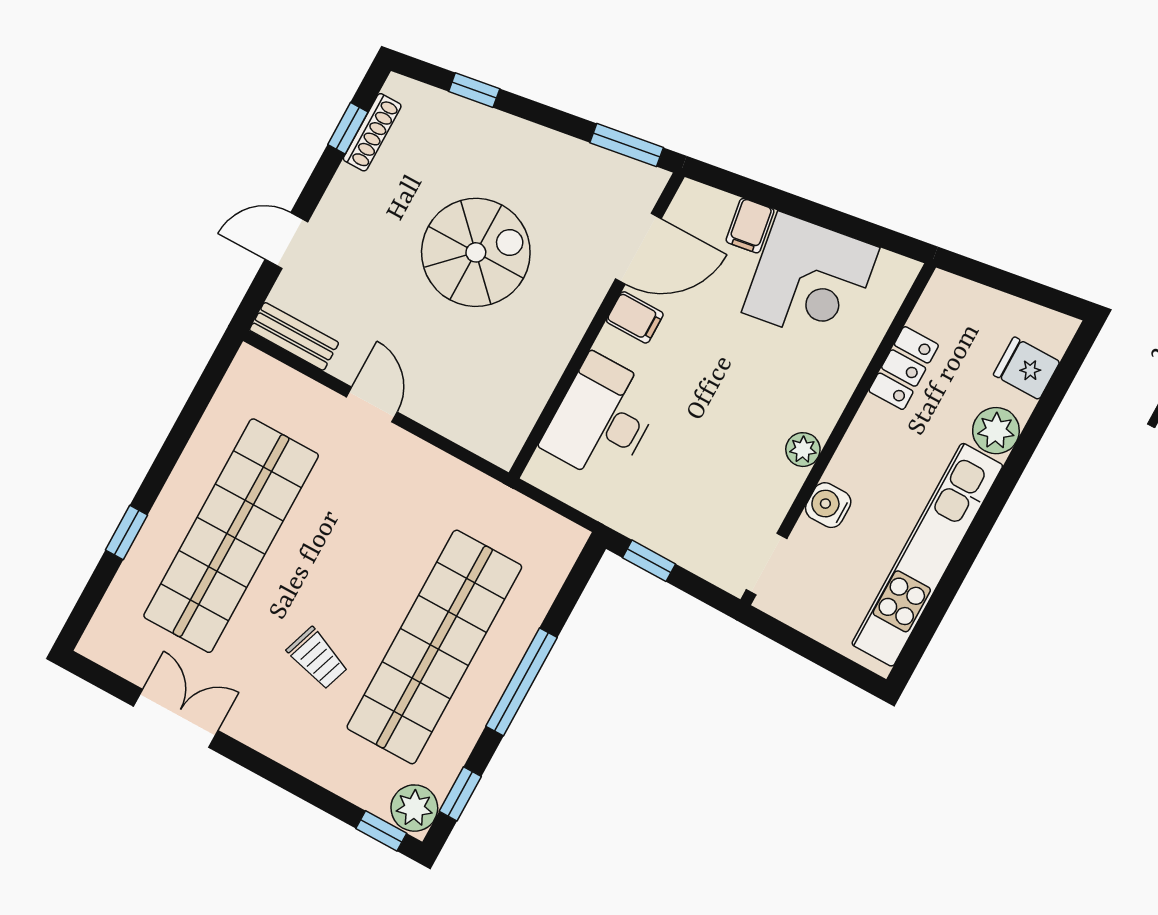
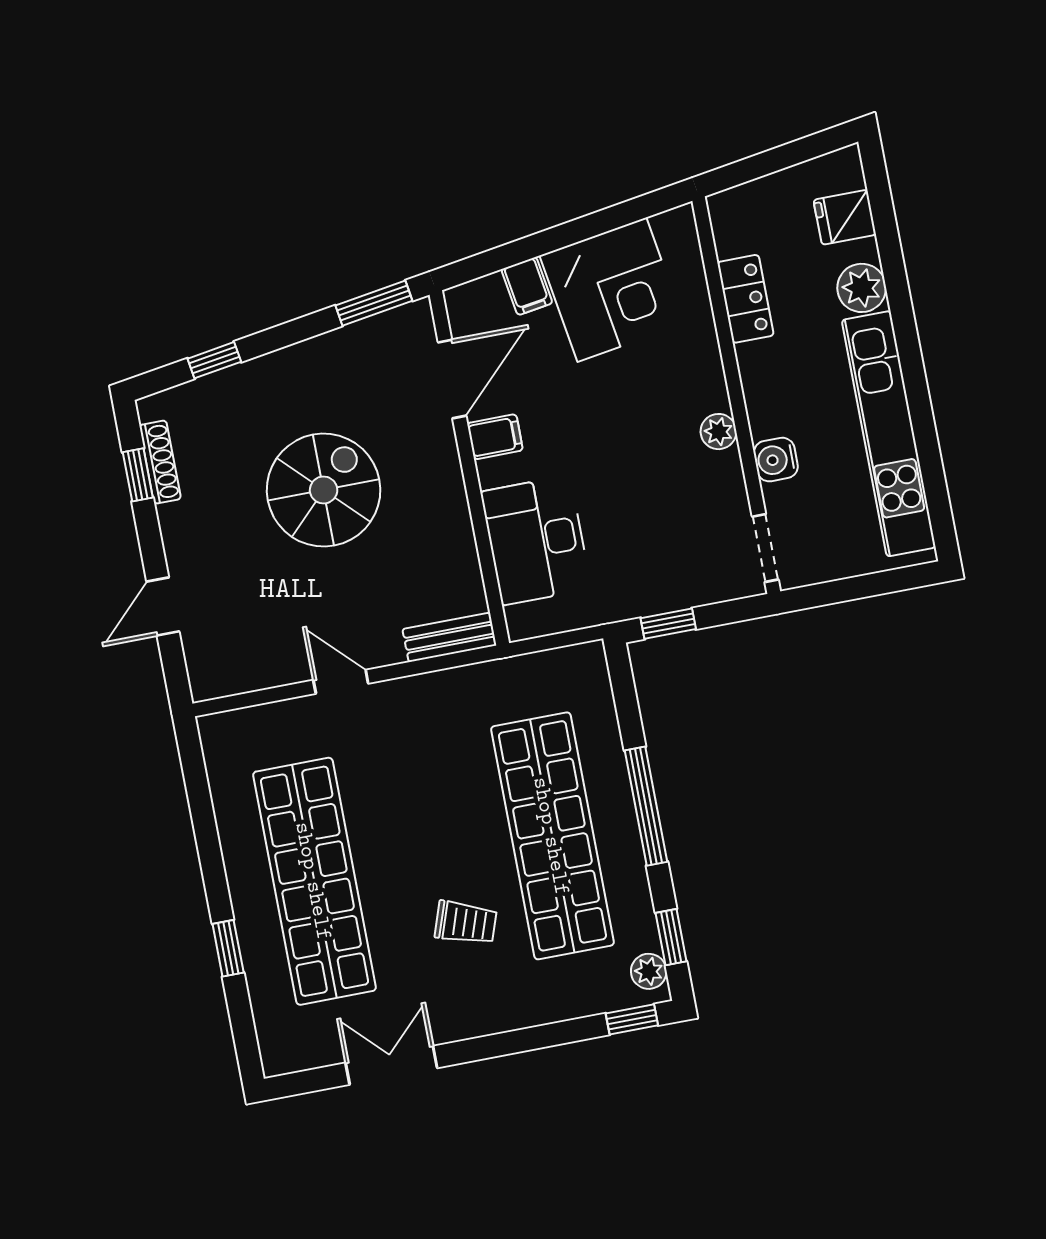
bench: (294, 336) -> (449, 637), moved
plant: (414, 808) -> (649, 971), width x0.73, depth x0.73

